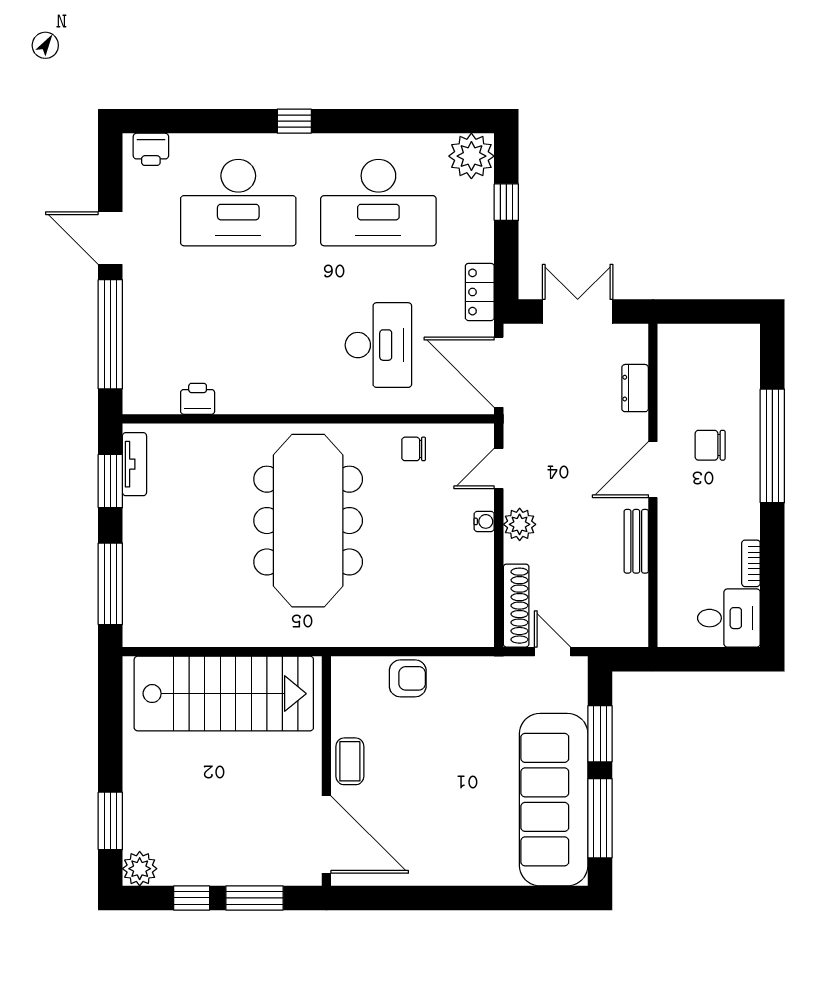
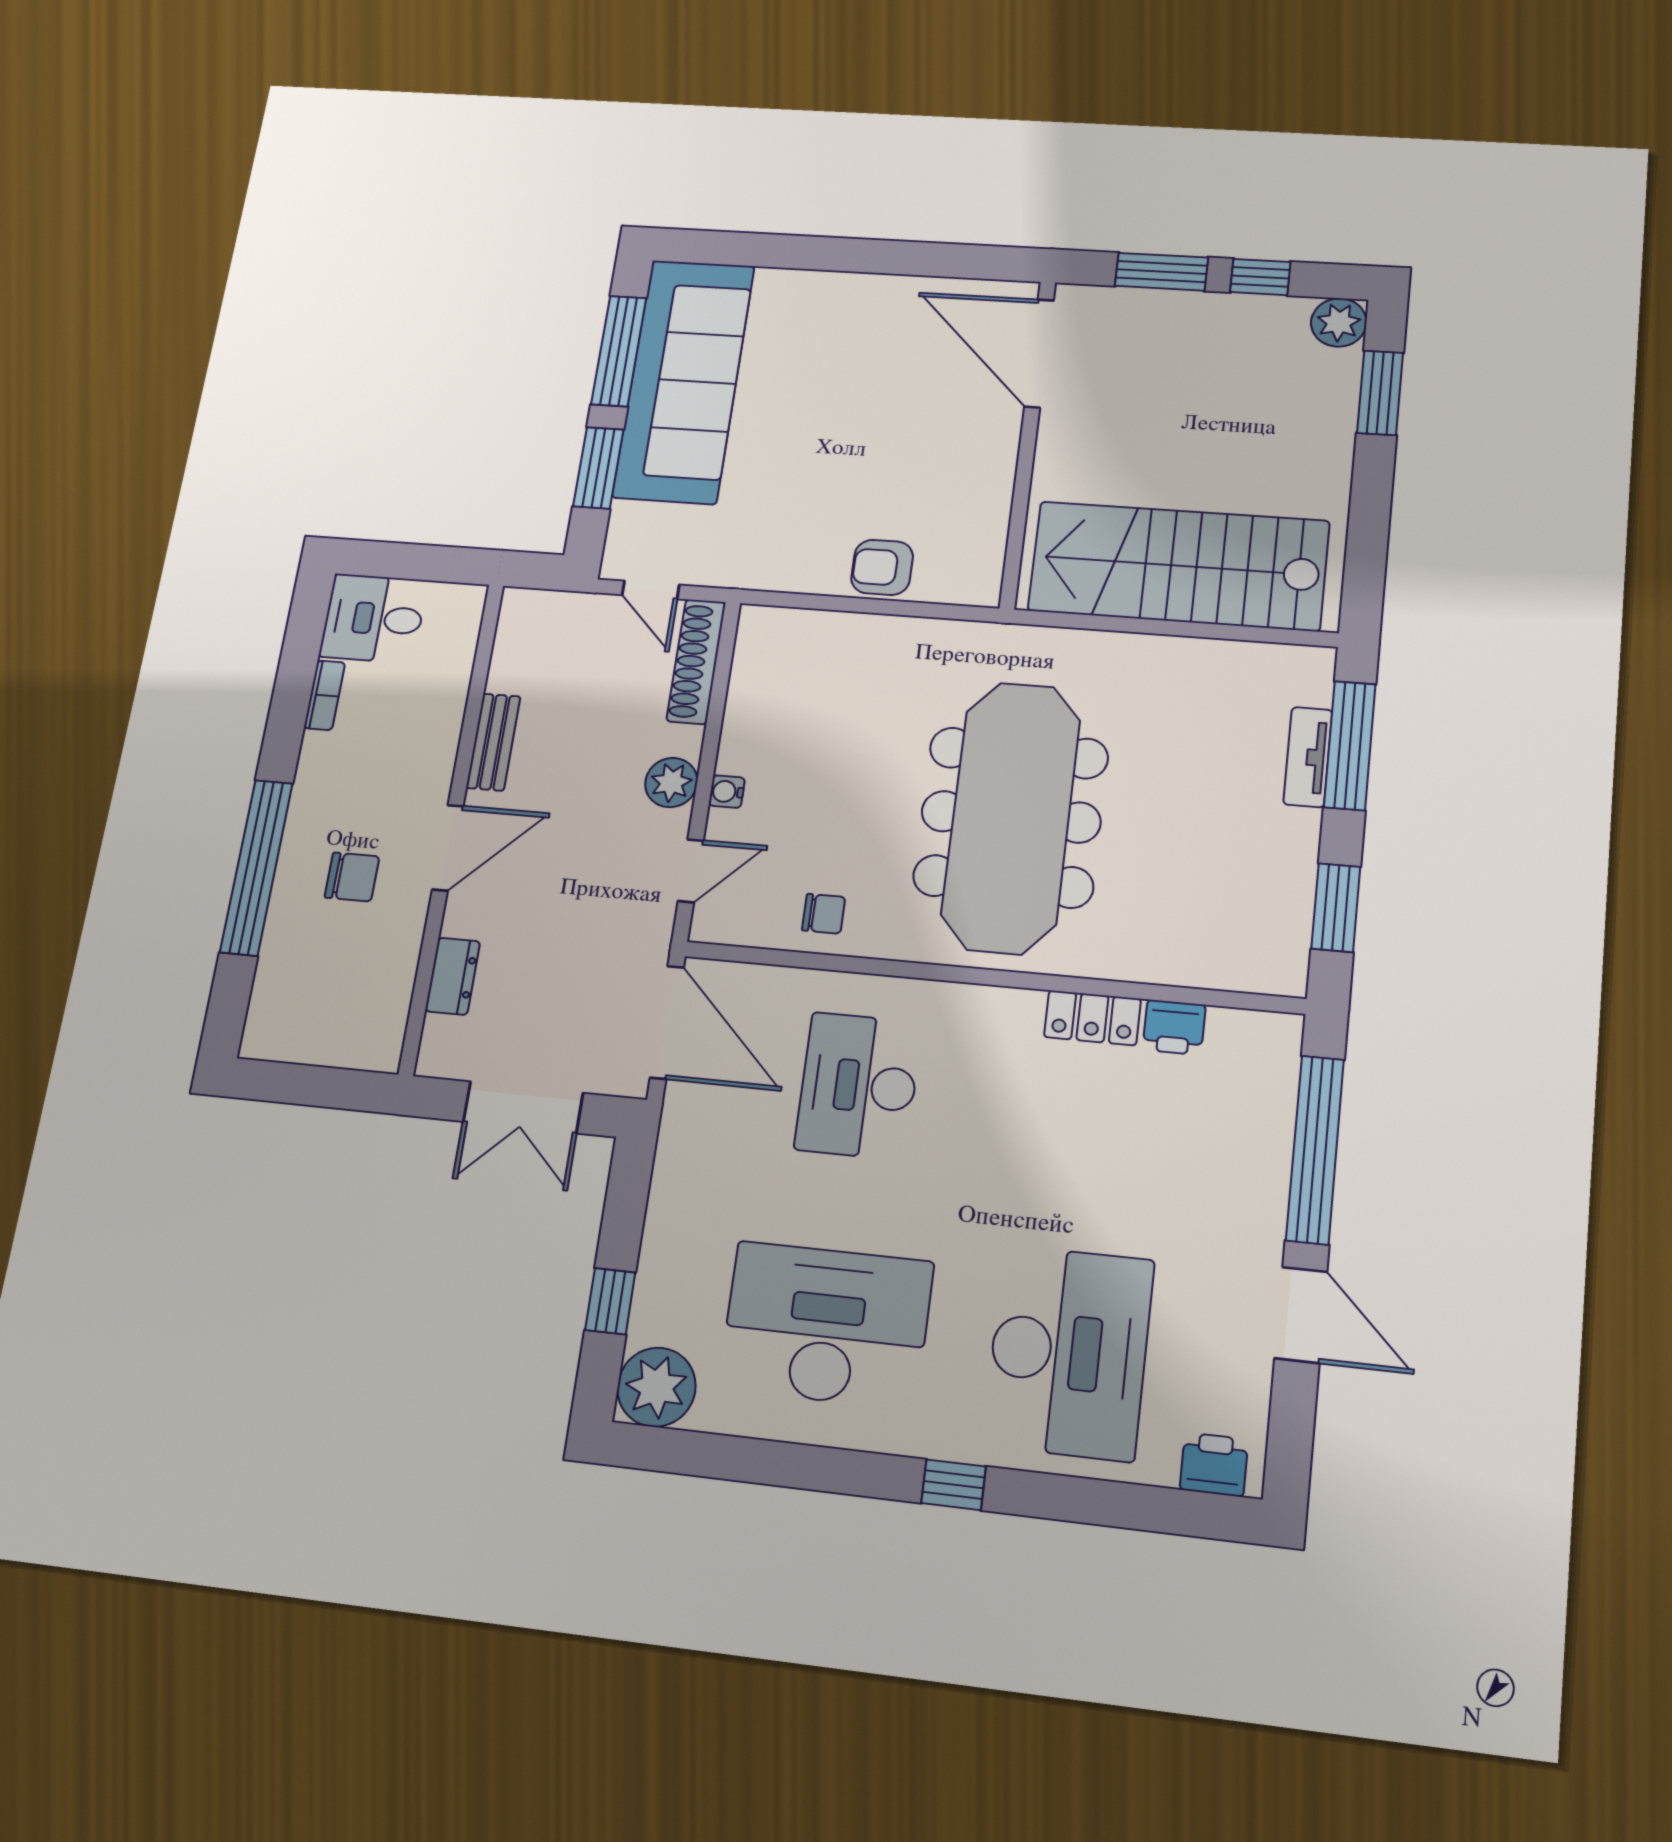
desk: (238, 203) -> (1069, 1352), turned 90
locker: (480, 292) -> (1092, 1018), moved, turned 90
tv unit: (134, 464) -> (1308, 757), moved
coffee table: (350, 761) -> (989, 454), removed

